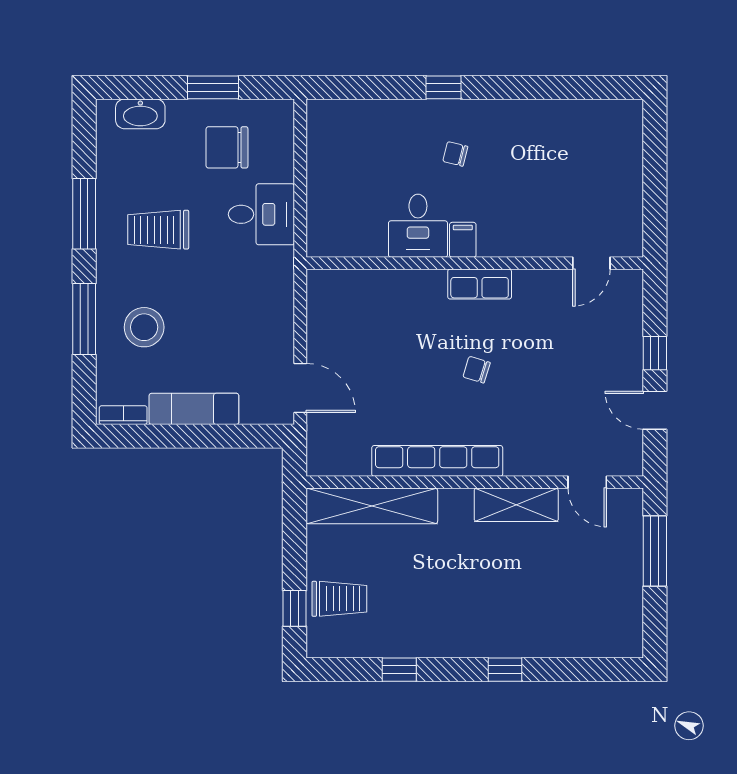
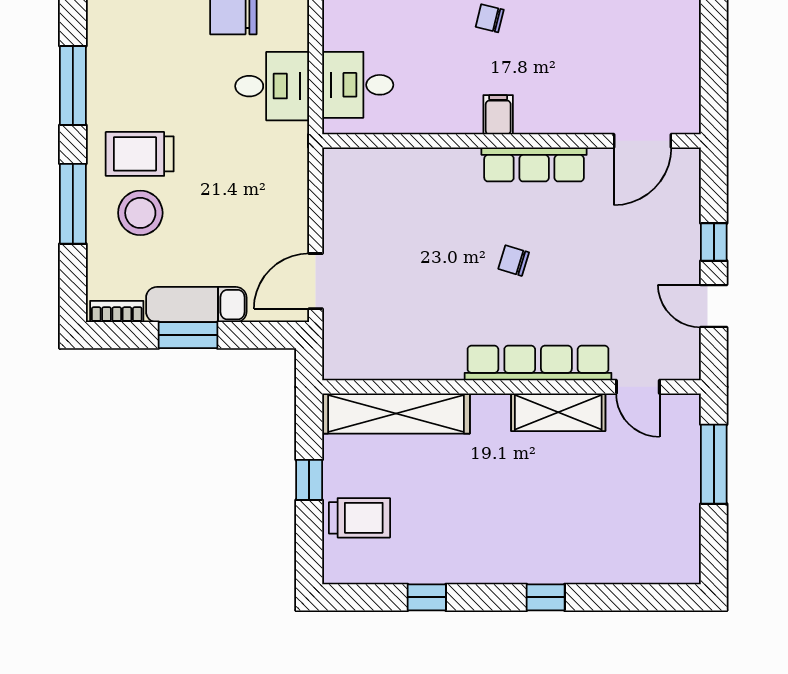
desk: (418, 226) -> (358, 85), moved, turned 90
trolley: (158, 230) -> (140, 154), moved
door: (591, 263) -> (643, 141), width x1.38
row of seats: (480, 284) -> (534, 164), width x1.48
door: (300, 388) -> (316, 281), swing flipped
window: (187, 436) -> (188, 335), added
row of seats: (437, 461) -> (538, 363), moved
window: (294, 608) -> (309, 480), moved

